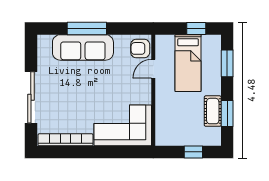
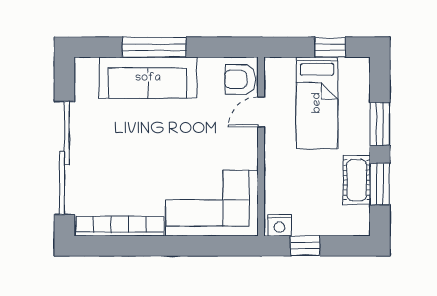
window: (227, 63) -> (380, 124), moved
sliding door: (31, 97) -> (64, 158), width x1.36
nightstand: (165, 139) -> (280, 225), added
window: (193, 152) -> (305, 246), moved

